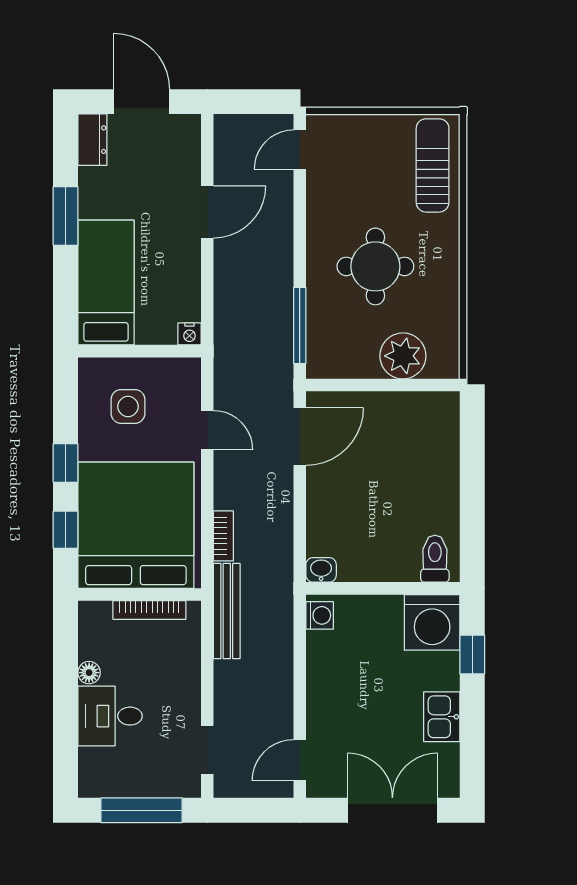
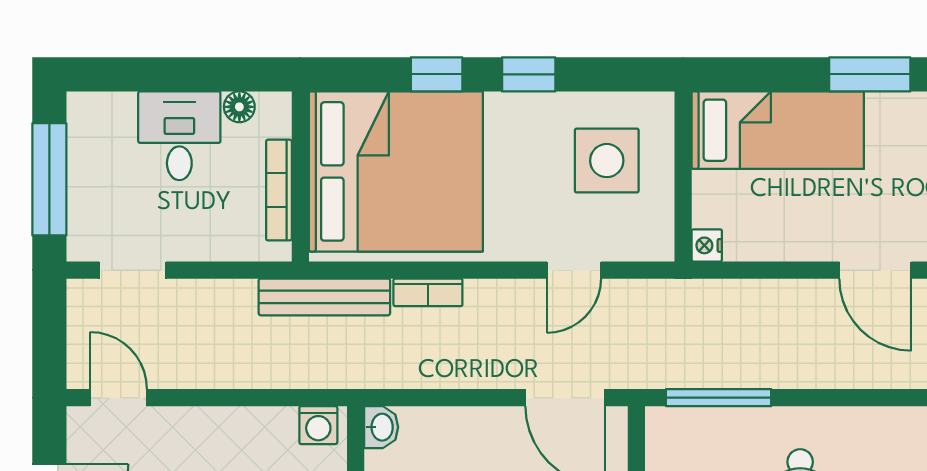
side table: (128, 406) -> (607, 161), width x1.37, depth x1.37
bed: (136, 525) -> (396, 171), moved
wall: (139, 595) -> (300, 176), moved
bookcase: (149, 610) -> (279, 190), moved

